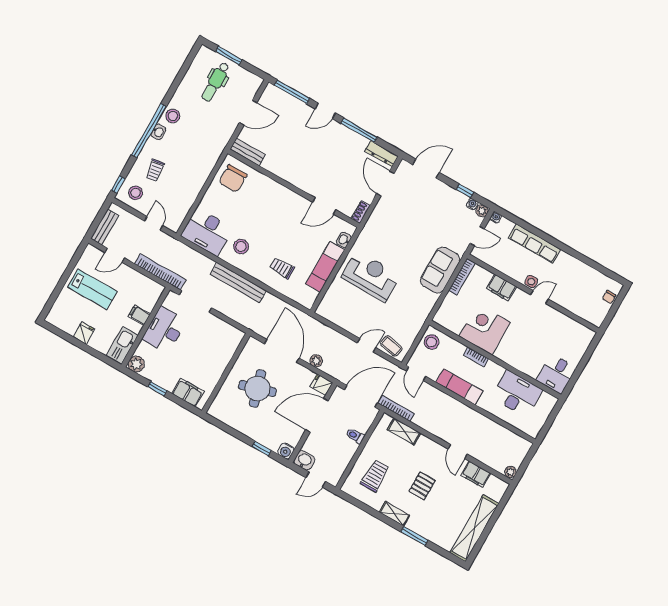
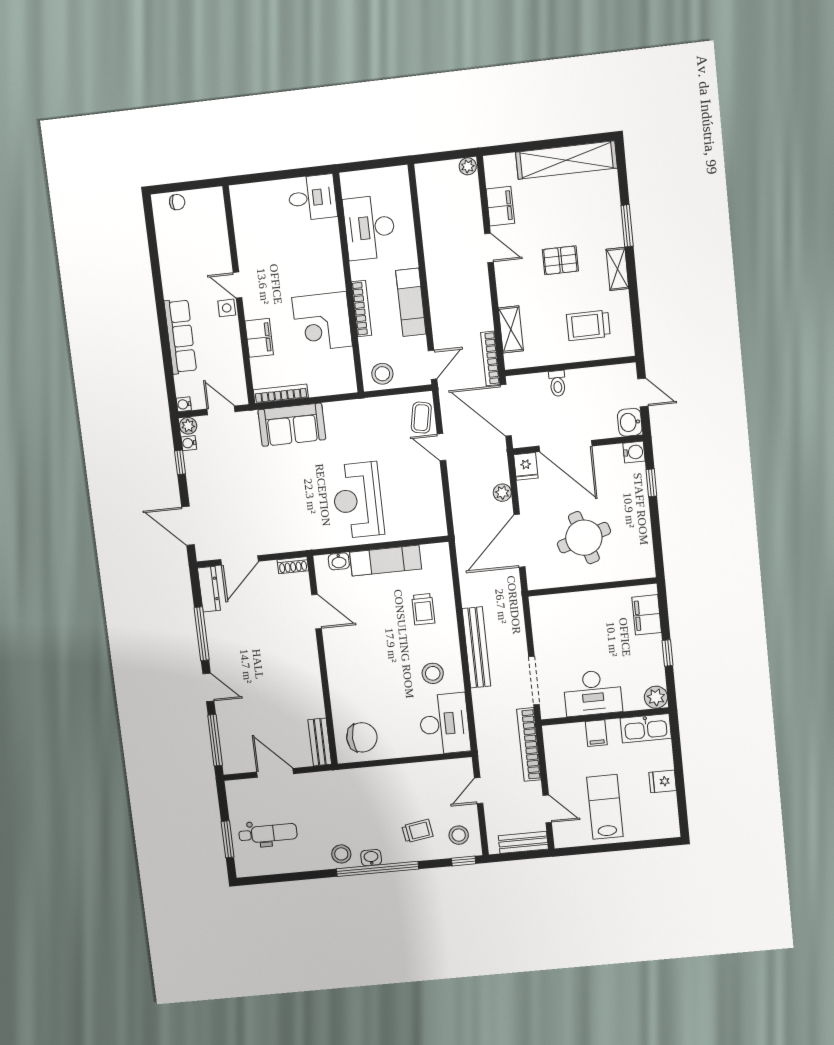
bookcase: (476, 357) -> (362, 308), width x1.56
door: (458, 452) -> (489, 248), hinge flipped

